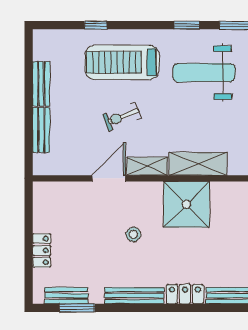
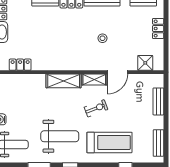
bench: (41, 84) -> (158, 143), moved
exercise bike: (122, 117) -> (96, 108), moved
shower: (187, 204) -> (145, 63), moved, width x0.54, depth x0.54

